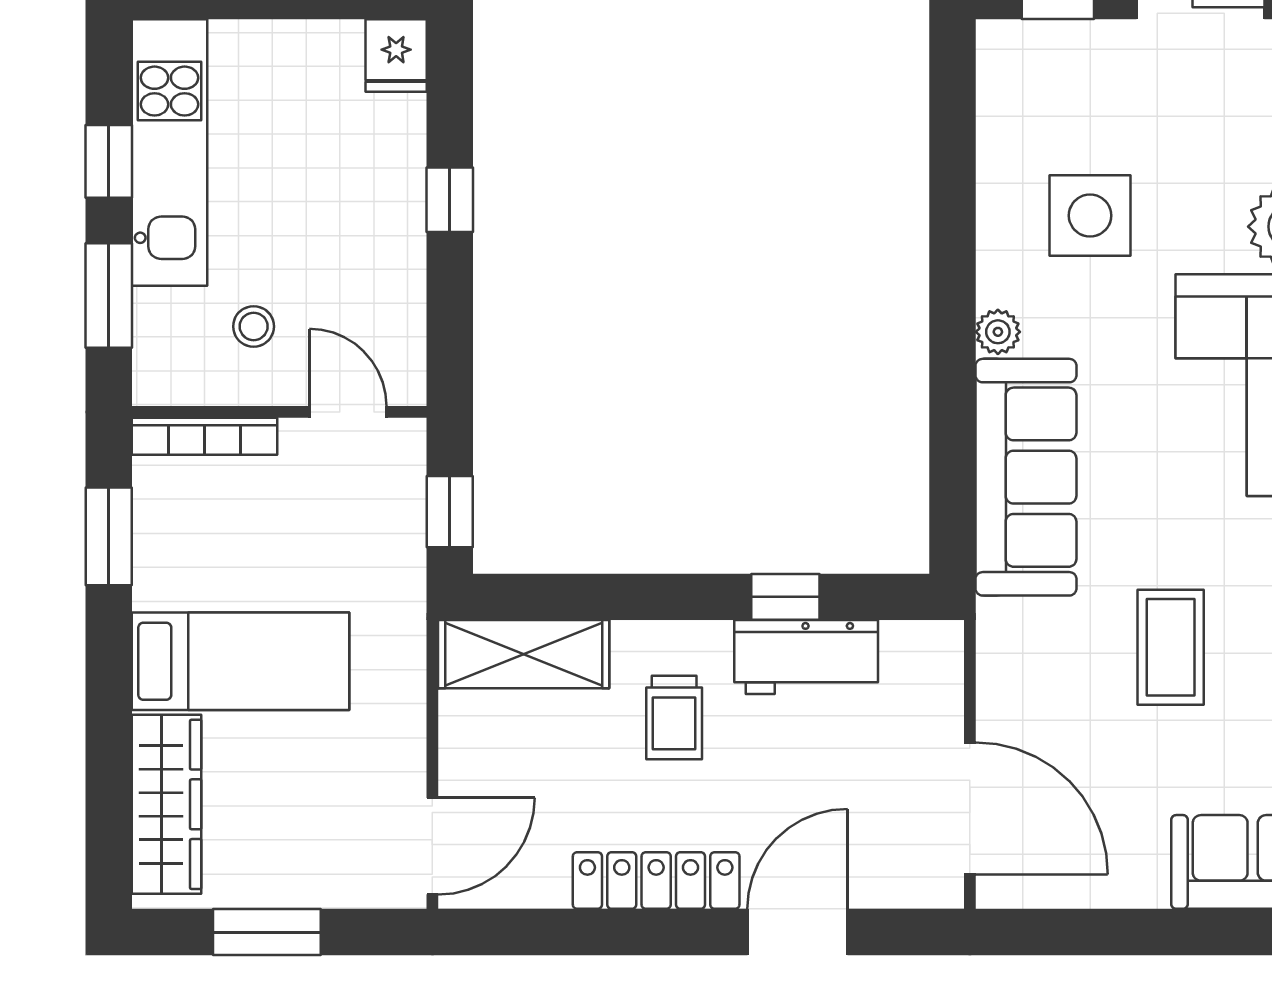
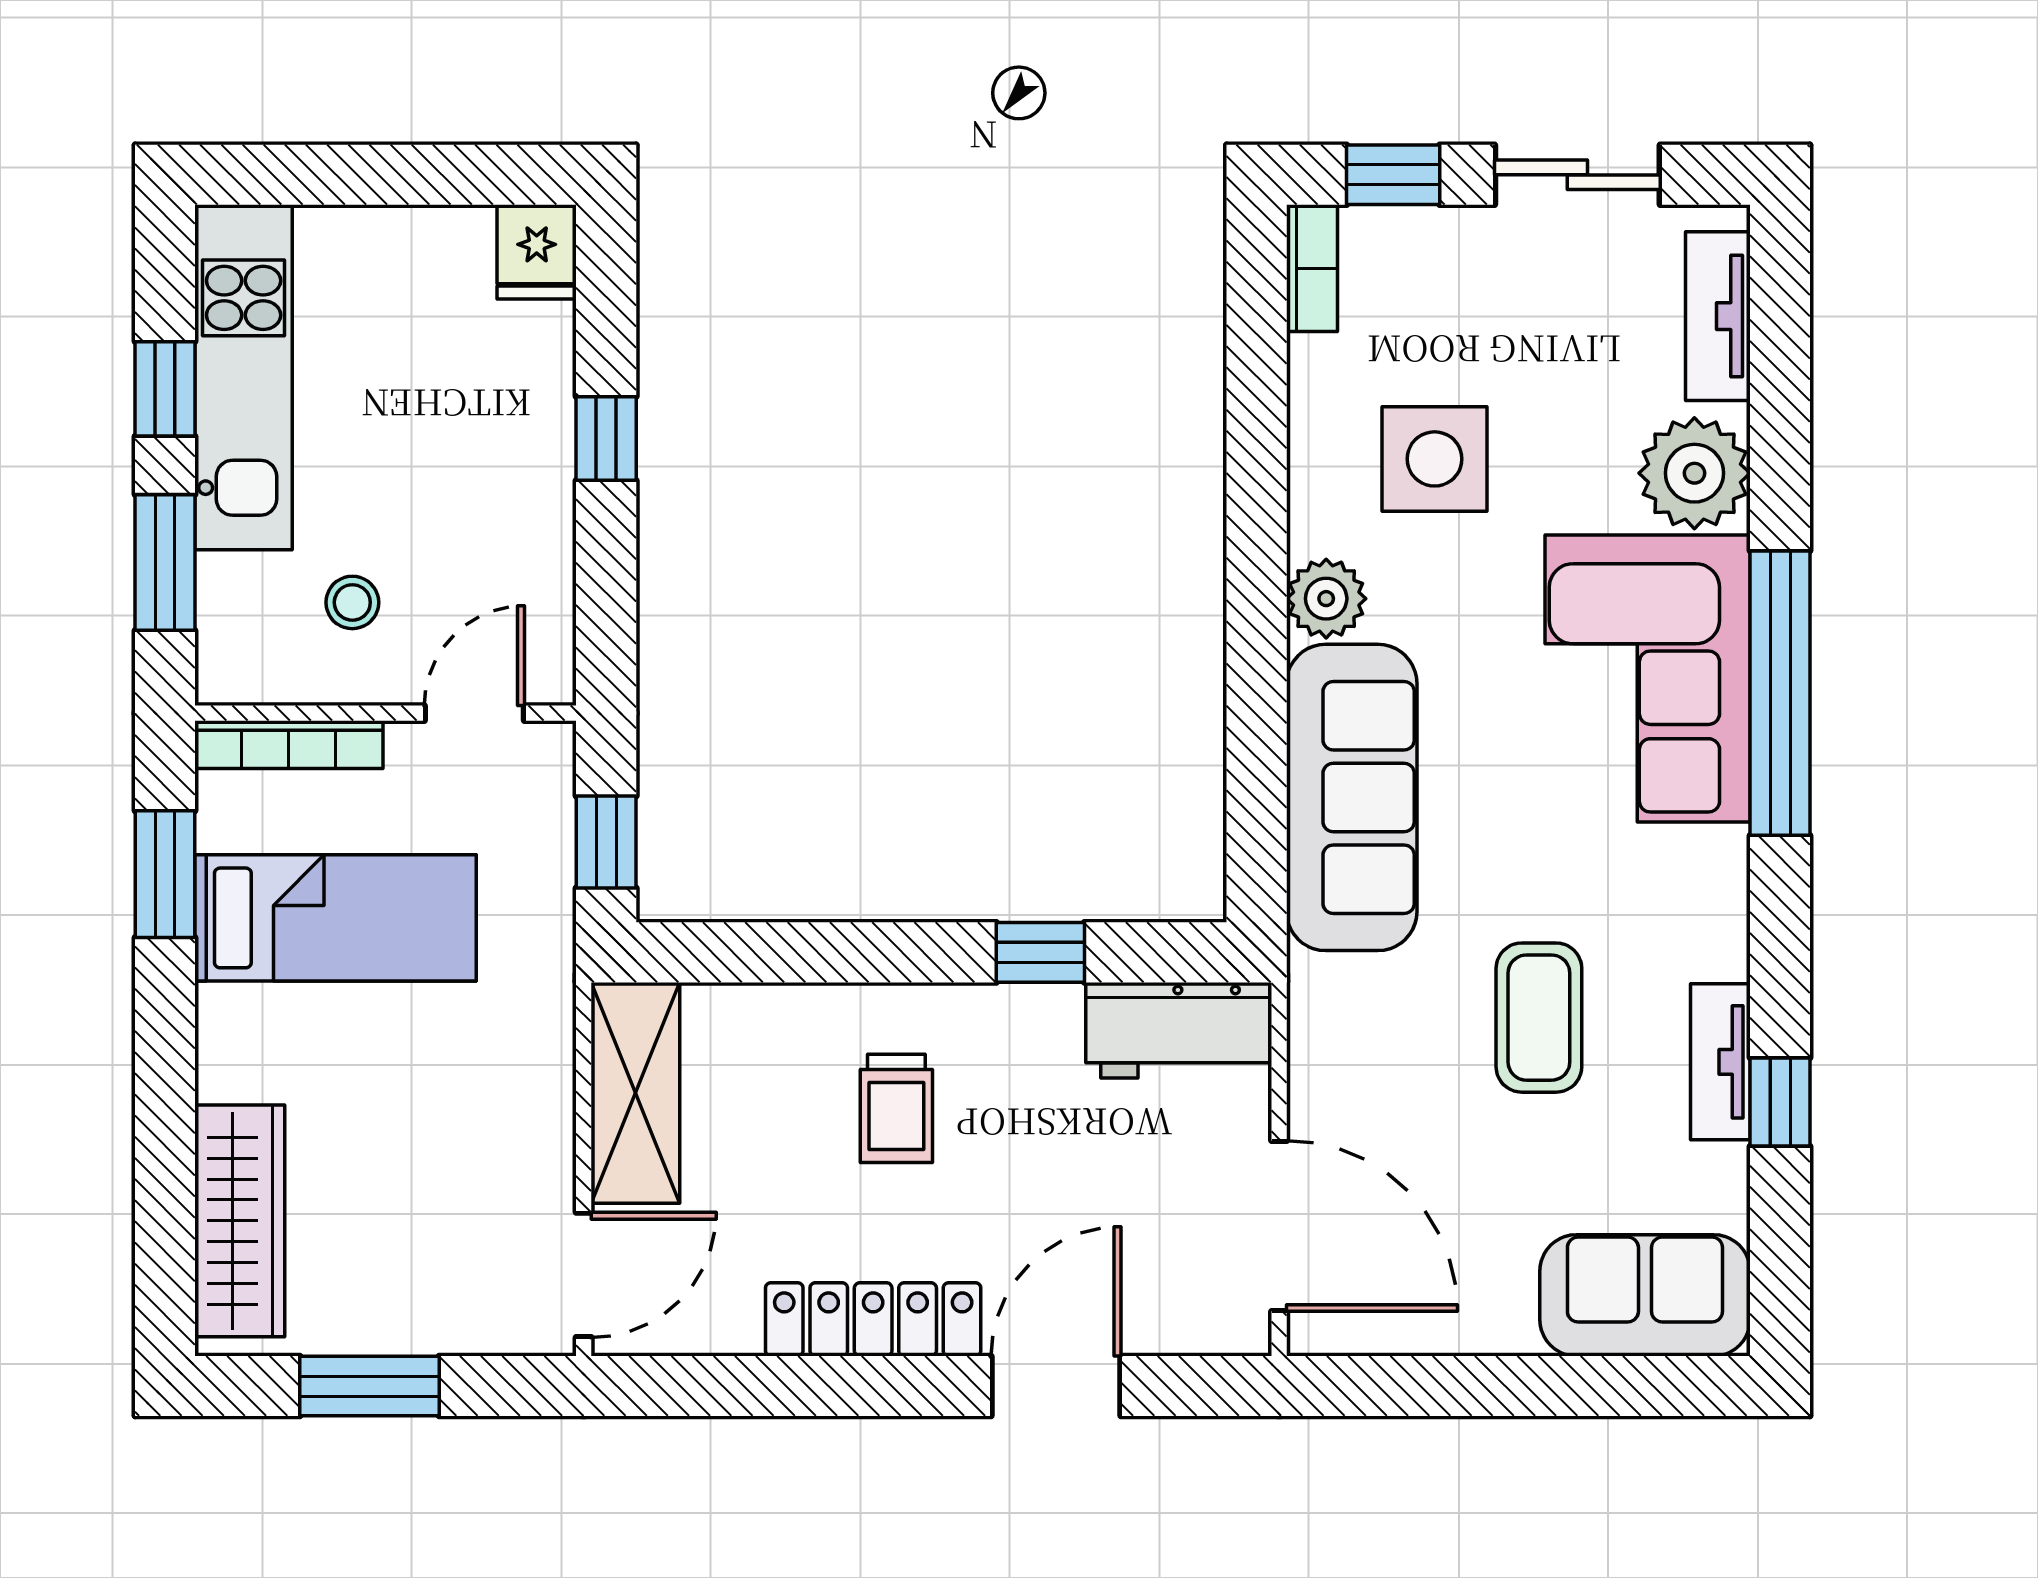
bookcase: (995, 68) -> (1312, 268), added
plant: (998, 332) -> (1326, 599), width x1.38, depth x1.38
door: (348, 412) -> (474, 713), hinge flipped
shelving: (524, 654) -> (635, 1093), moved, turned 90
workbench: (806, 657) -> (1179, 1030), moved
bed: (241, 661) -> (335, 918), moved

